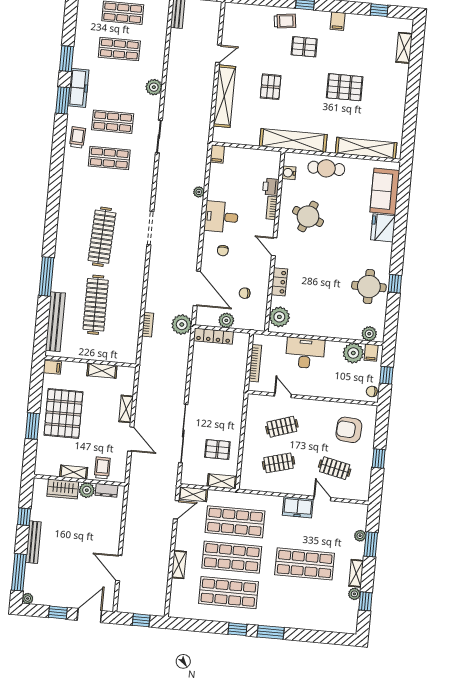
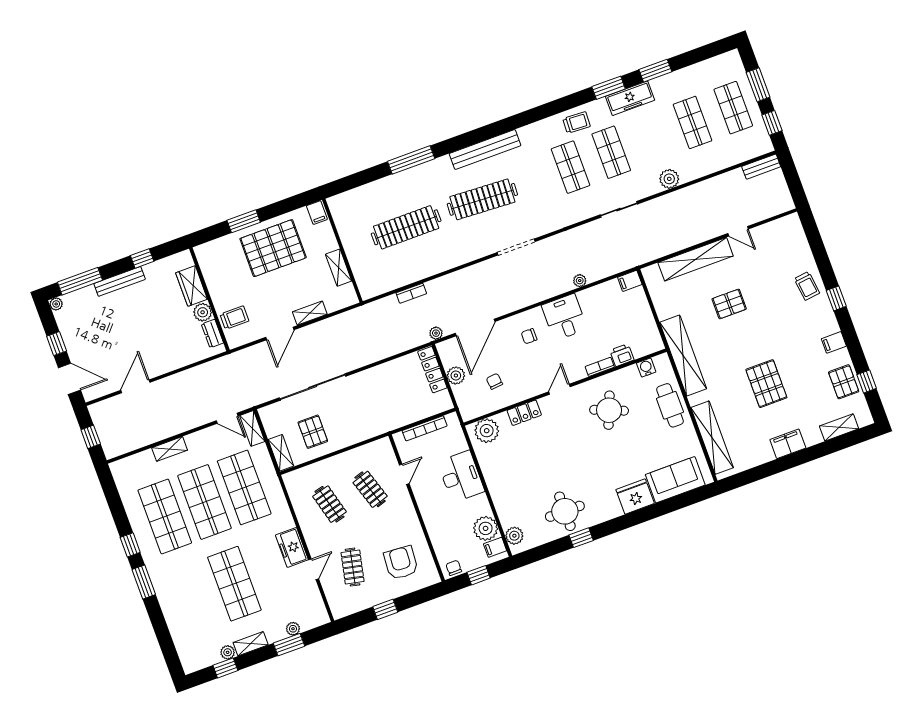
pallet: (304, 47) -> (844, 382), moved
filing cabinet: (398, 93) -> (788, 444), added
bench: (55, 322) -> (485, 150), moved
plant: (182, 325) -> (436, 333), width x0.53, depth x0.53
shelving: (74, 472) -> (215, 289), removed

